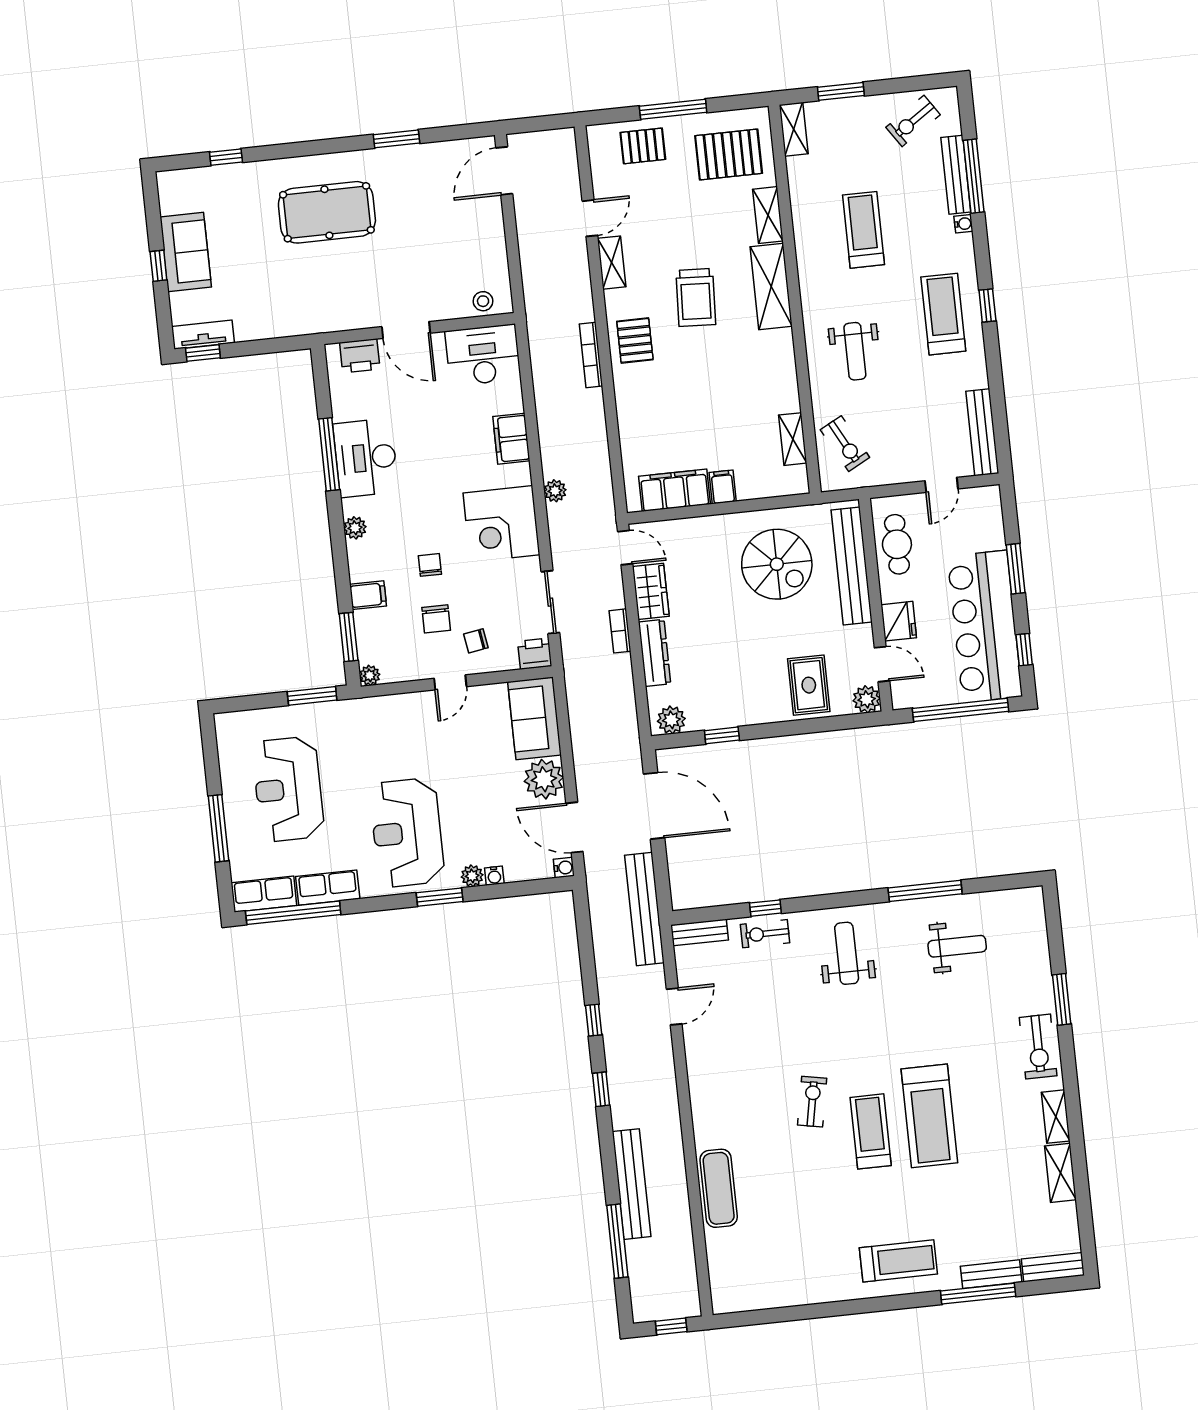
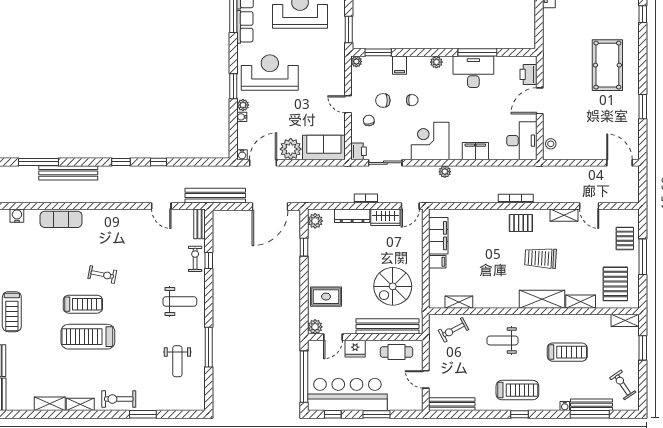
water cooler: (720, 1270) -> (17, 216), added

